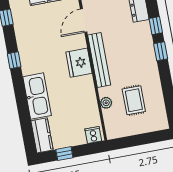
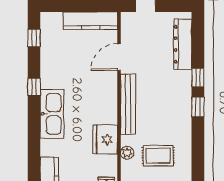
fridge: (79, 63) -> (105, 139), moved
kitchen sink: (37, 96) -> (52, 114), moved
rug: (134, 100) -> (158, 156), turned 90

